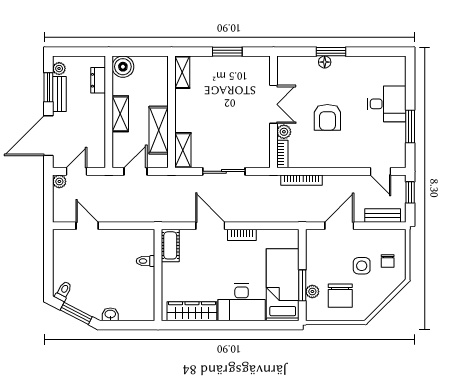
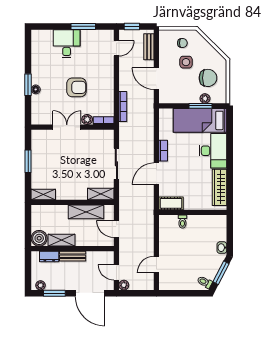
bench: (59, 94) -> (73, 256), moved
shelving: (120, 114) -> (61, 240), moved

